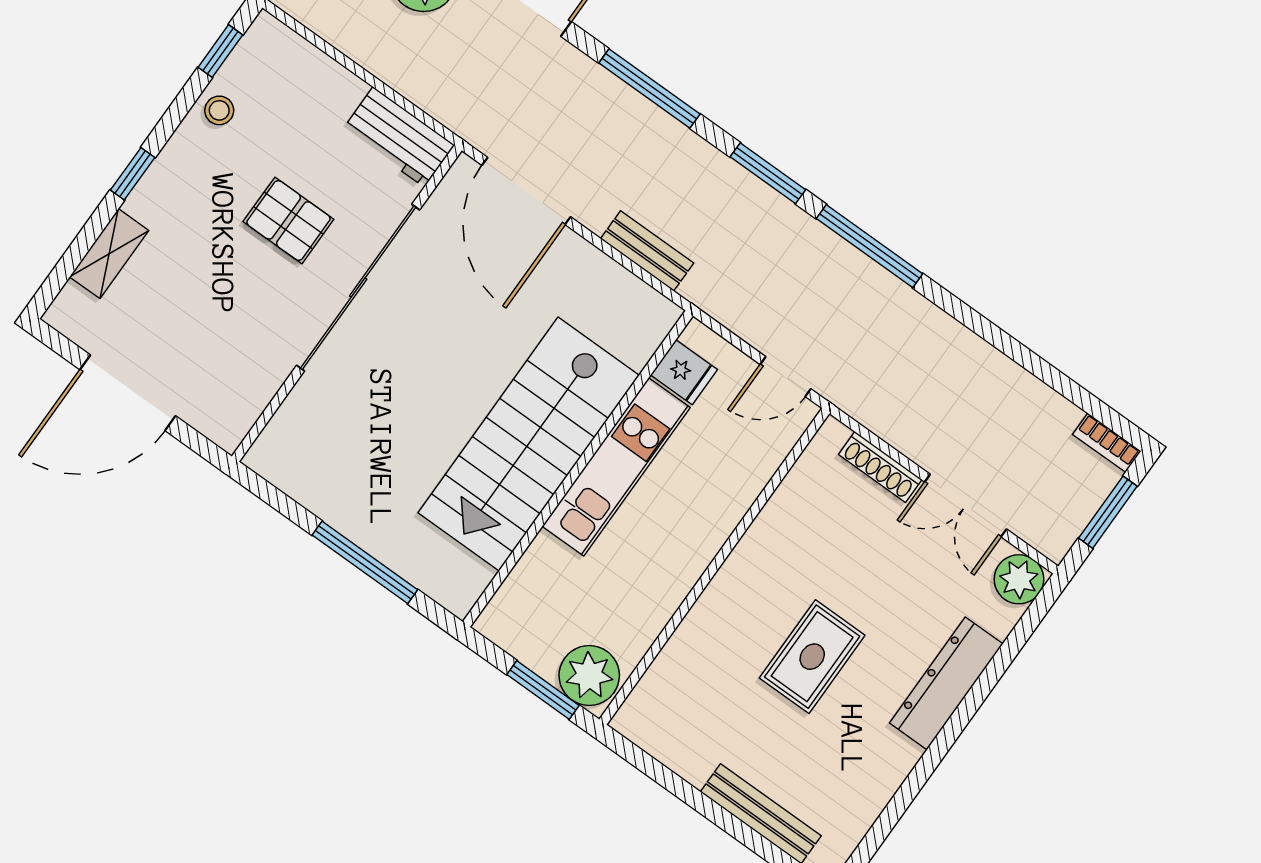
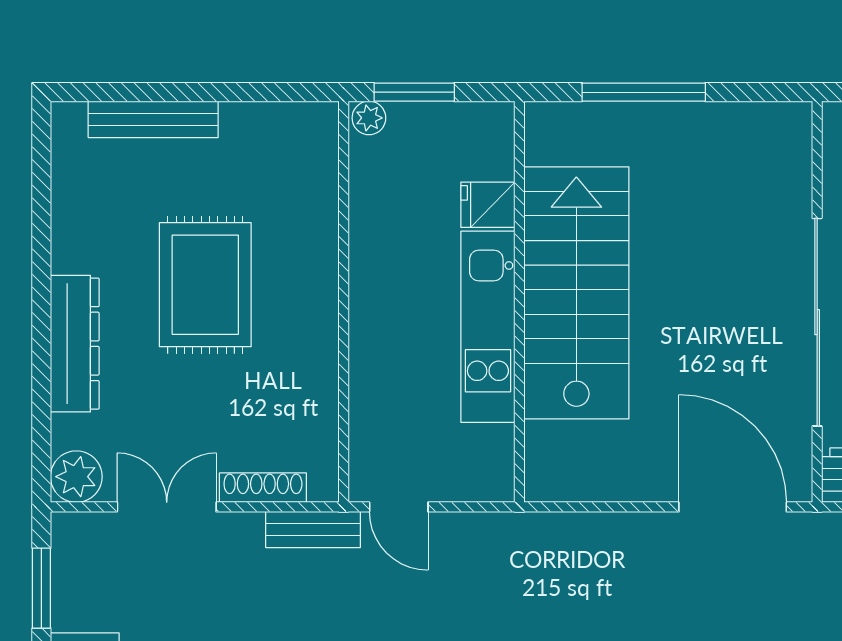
bench: (647, 251) -> (313, 530), moved
fridge: (684, 372) -> (488, 205), moved
door: (786, 377) -> (399, 507), swing flipped
rug: (812, 657) -> (205, 285), width x1.36, depth x1.43
plant: (589, 676) -> (369, 118), width x0.53, depth x0.53

